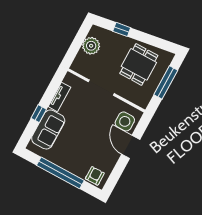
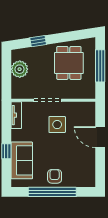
tv unit: (59, 97) -> (16, 115), moved
side table: (125, 121) -> (57, 125), moved
armchair: (95, 176) -> (55, 176), moved

